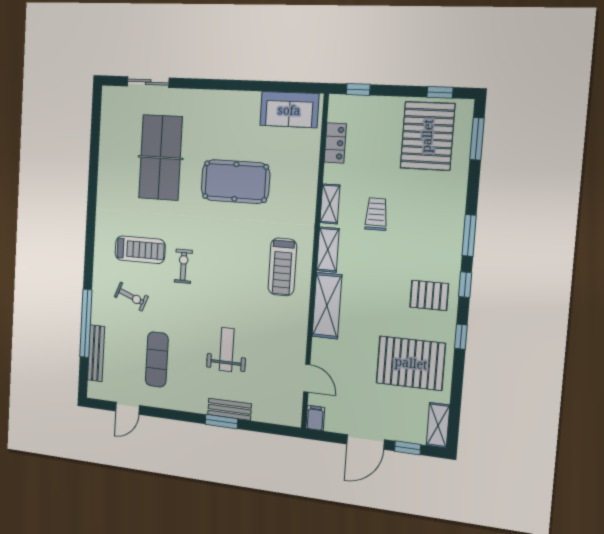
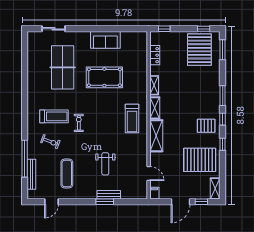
sofa: (289, 110) -> (105, 40), moved
trolley: (376, 214) -> (178, 89), removed
weight bench: (227, 350) -> (105, 164), turned 180

